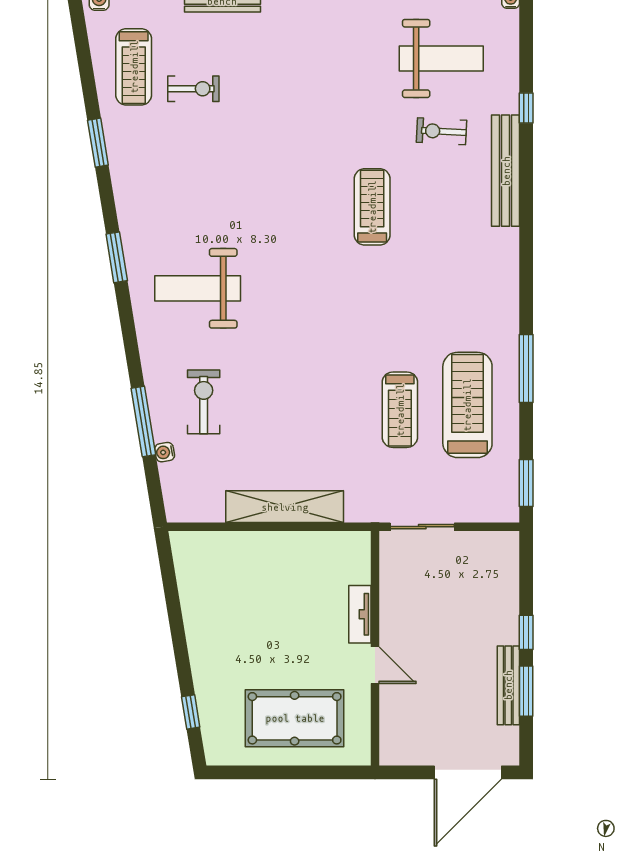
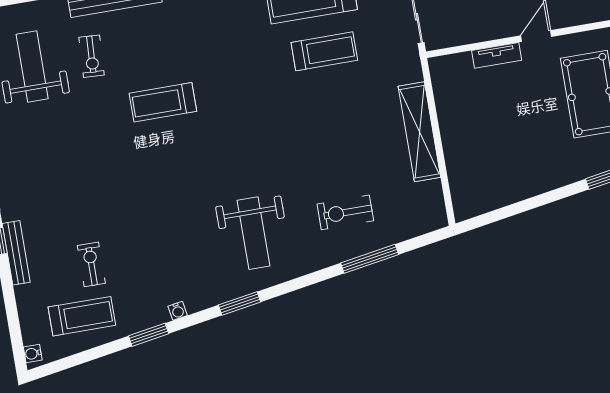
water cooler: (165, 452) -> (178, 311), moved

